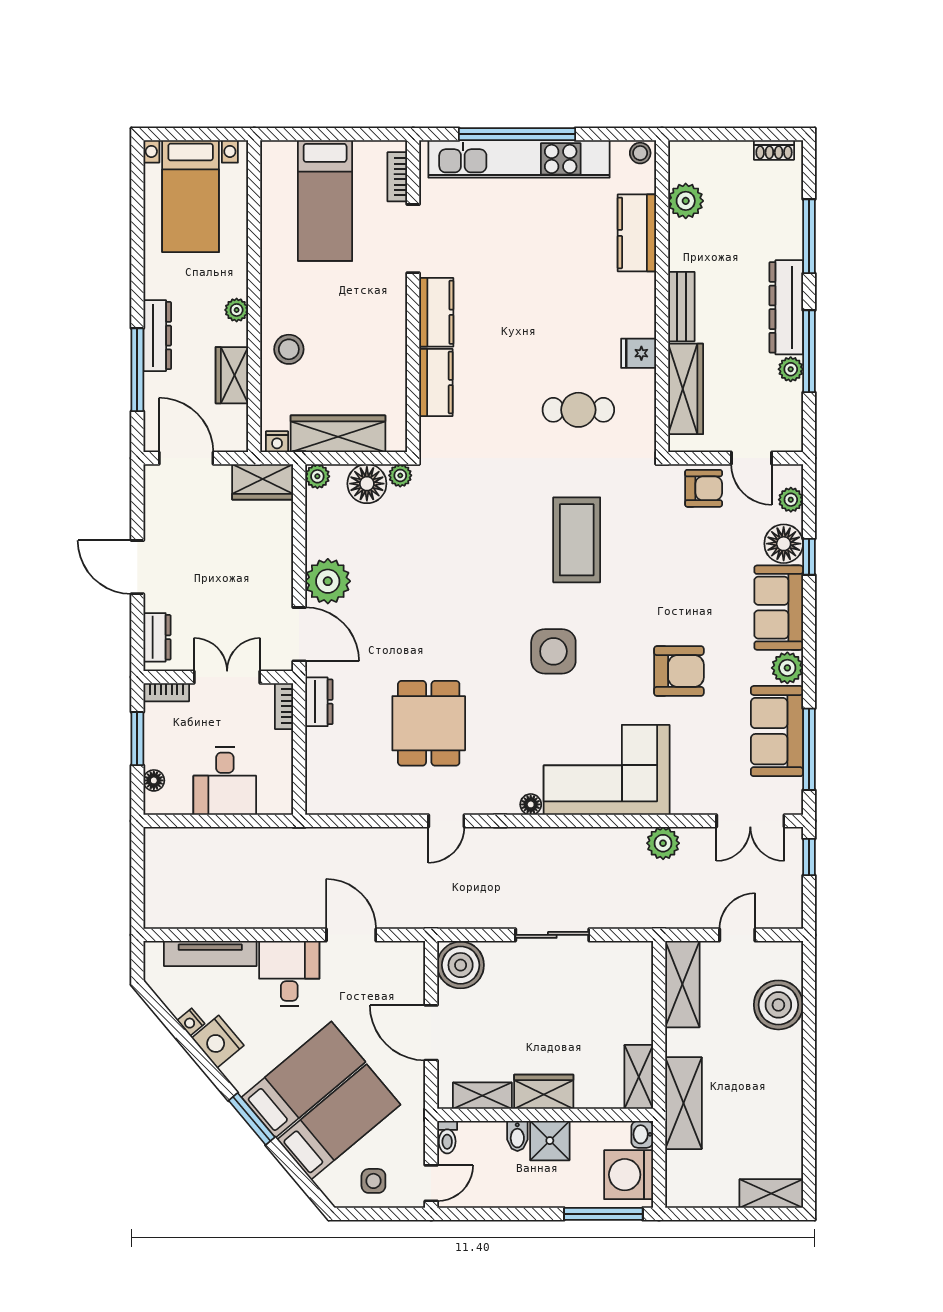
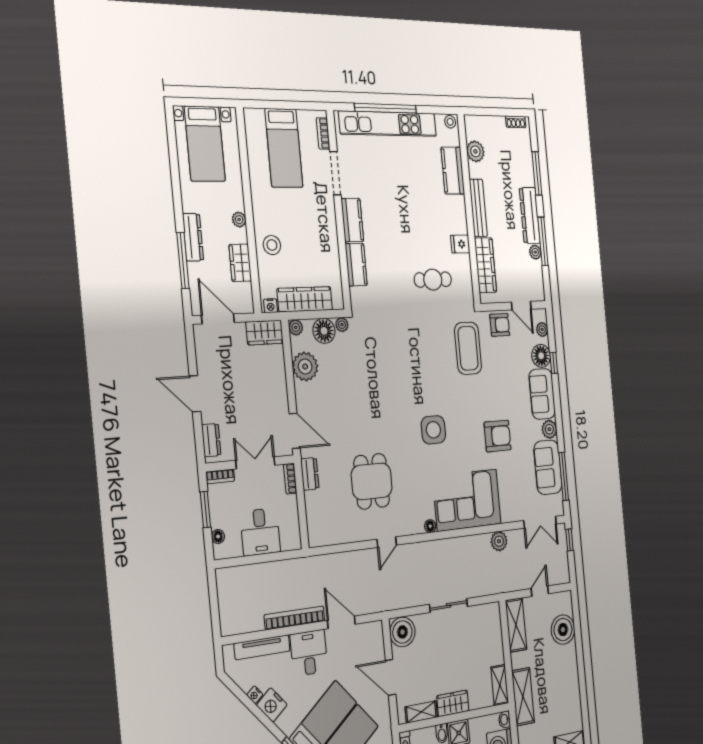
bench: (681, 307) -> (478, 208), width x1.36
coffee table: (577, 540) -> (468, 348), moved
plant: (328, 581) -> (305, 366), moved
bookcase: (270, 917) -> (295, 618), added

